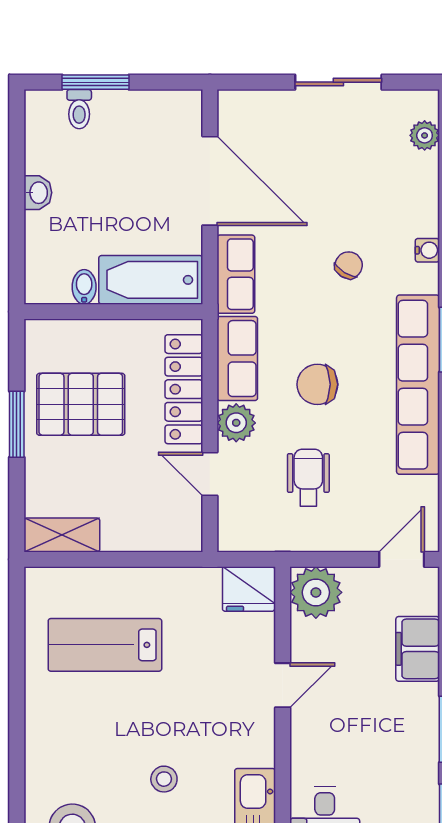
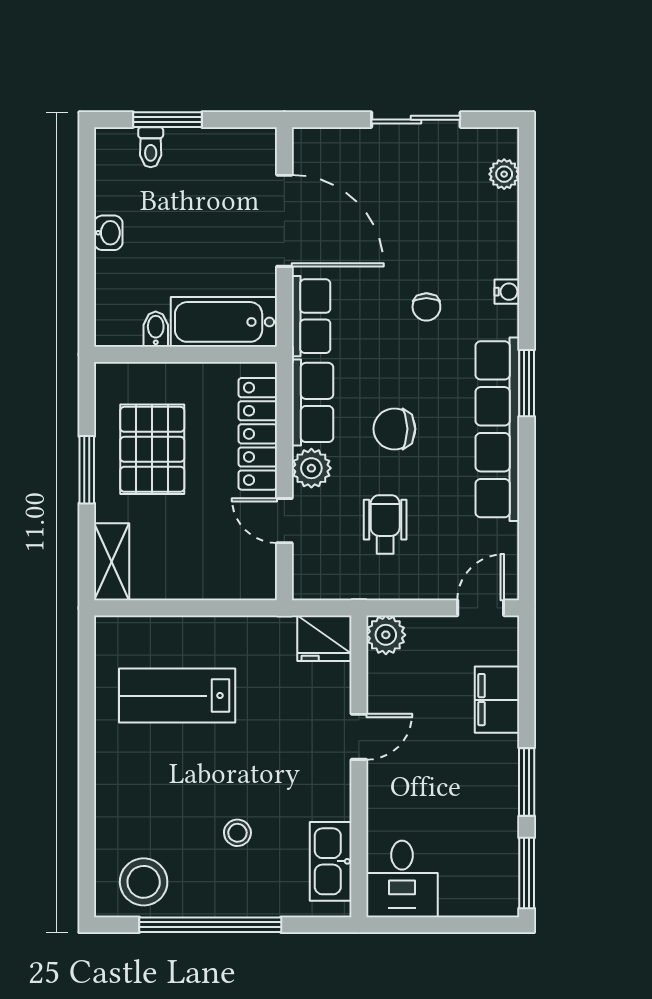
chair: (349, 265) -> (426, 307), turned 148
pallet: (81, 404) -> (152, 449), turned 90
shelving: (62, 535) -> (112, 562), moved, turned 90
plant: (316, 592) -> (386, 635), width x0.73, depth x0.73

